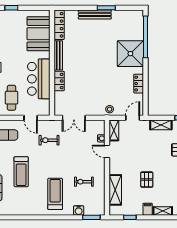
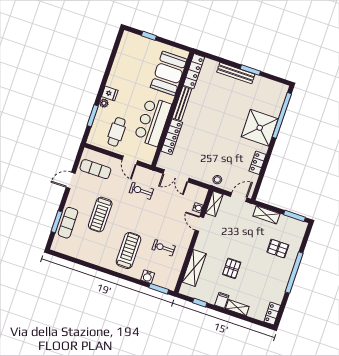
locker: (59, 81) -> (172, 137), width x1.53

